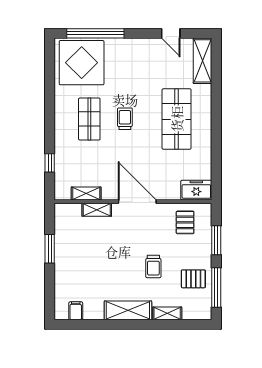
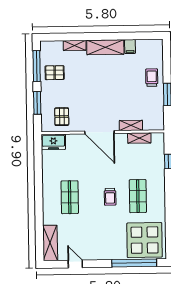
shop shelf: (177, 119) -> (70, 197), width x0.70, depth x0.74
trolley: (153, 267) -> (152, 78), moved
filing cabinet: (76, 311) -> (130, 47), moved

